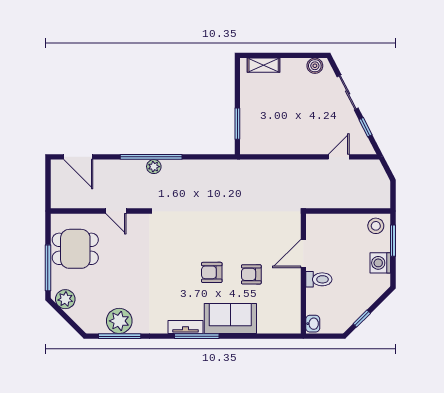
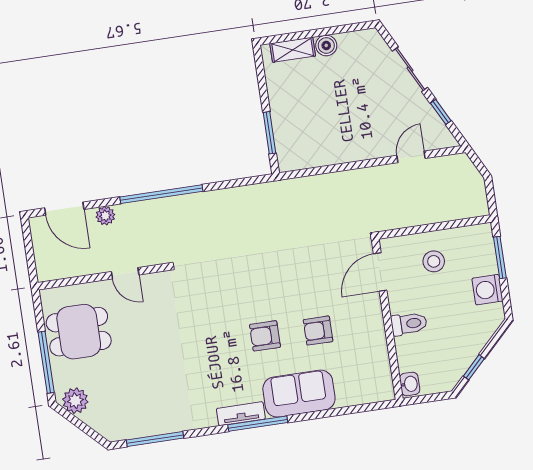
boiler: (315, 66) -> (326, 45), moved
plant: (154, 167) -> (105, 216), moved
stool: (376, 226) -> (434, 261), moved
door: (303, 254) -> (380, 272), moved
plant: (119, 321) -> (151, 419), removed

